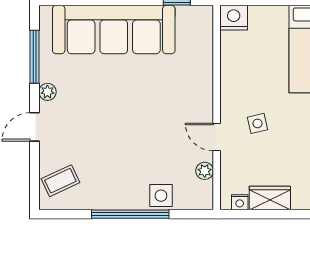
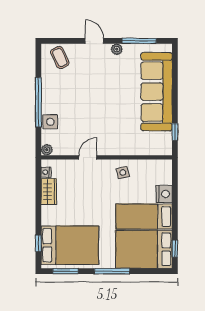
nightstand: (234, 18) -> (164, 194), moved
side table: (257, 123) -> (123, 172), moved
plant: (205, 171) -> (47, 150), moved

